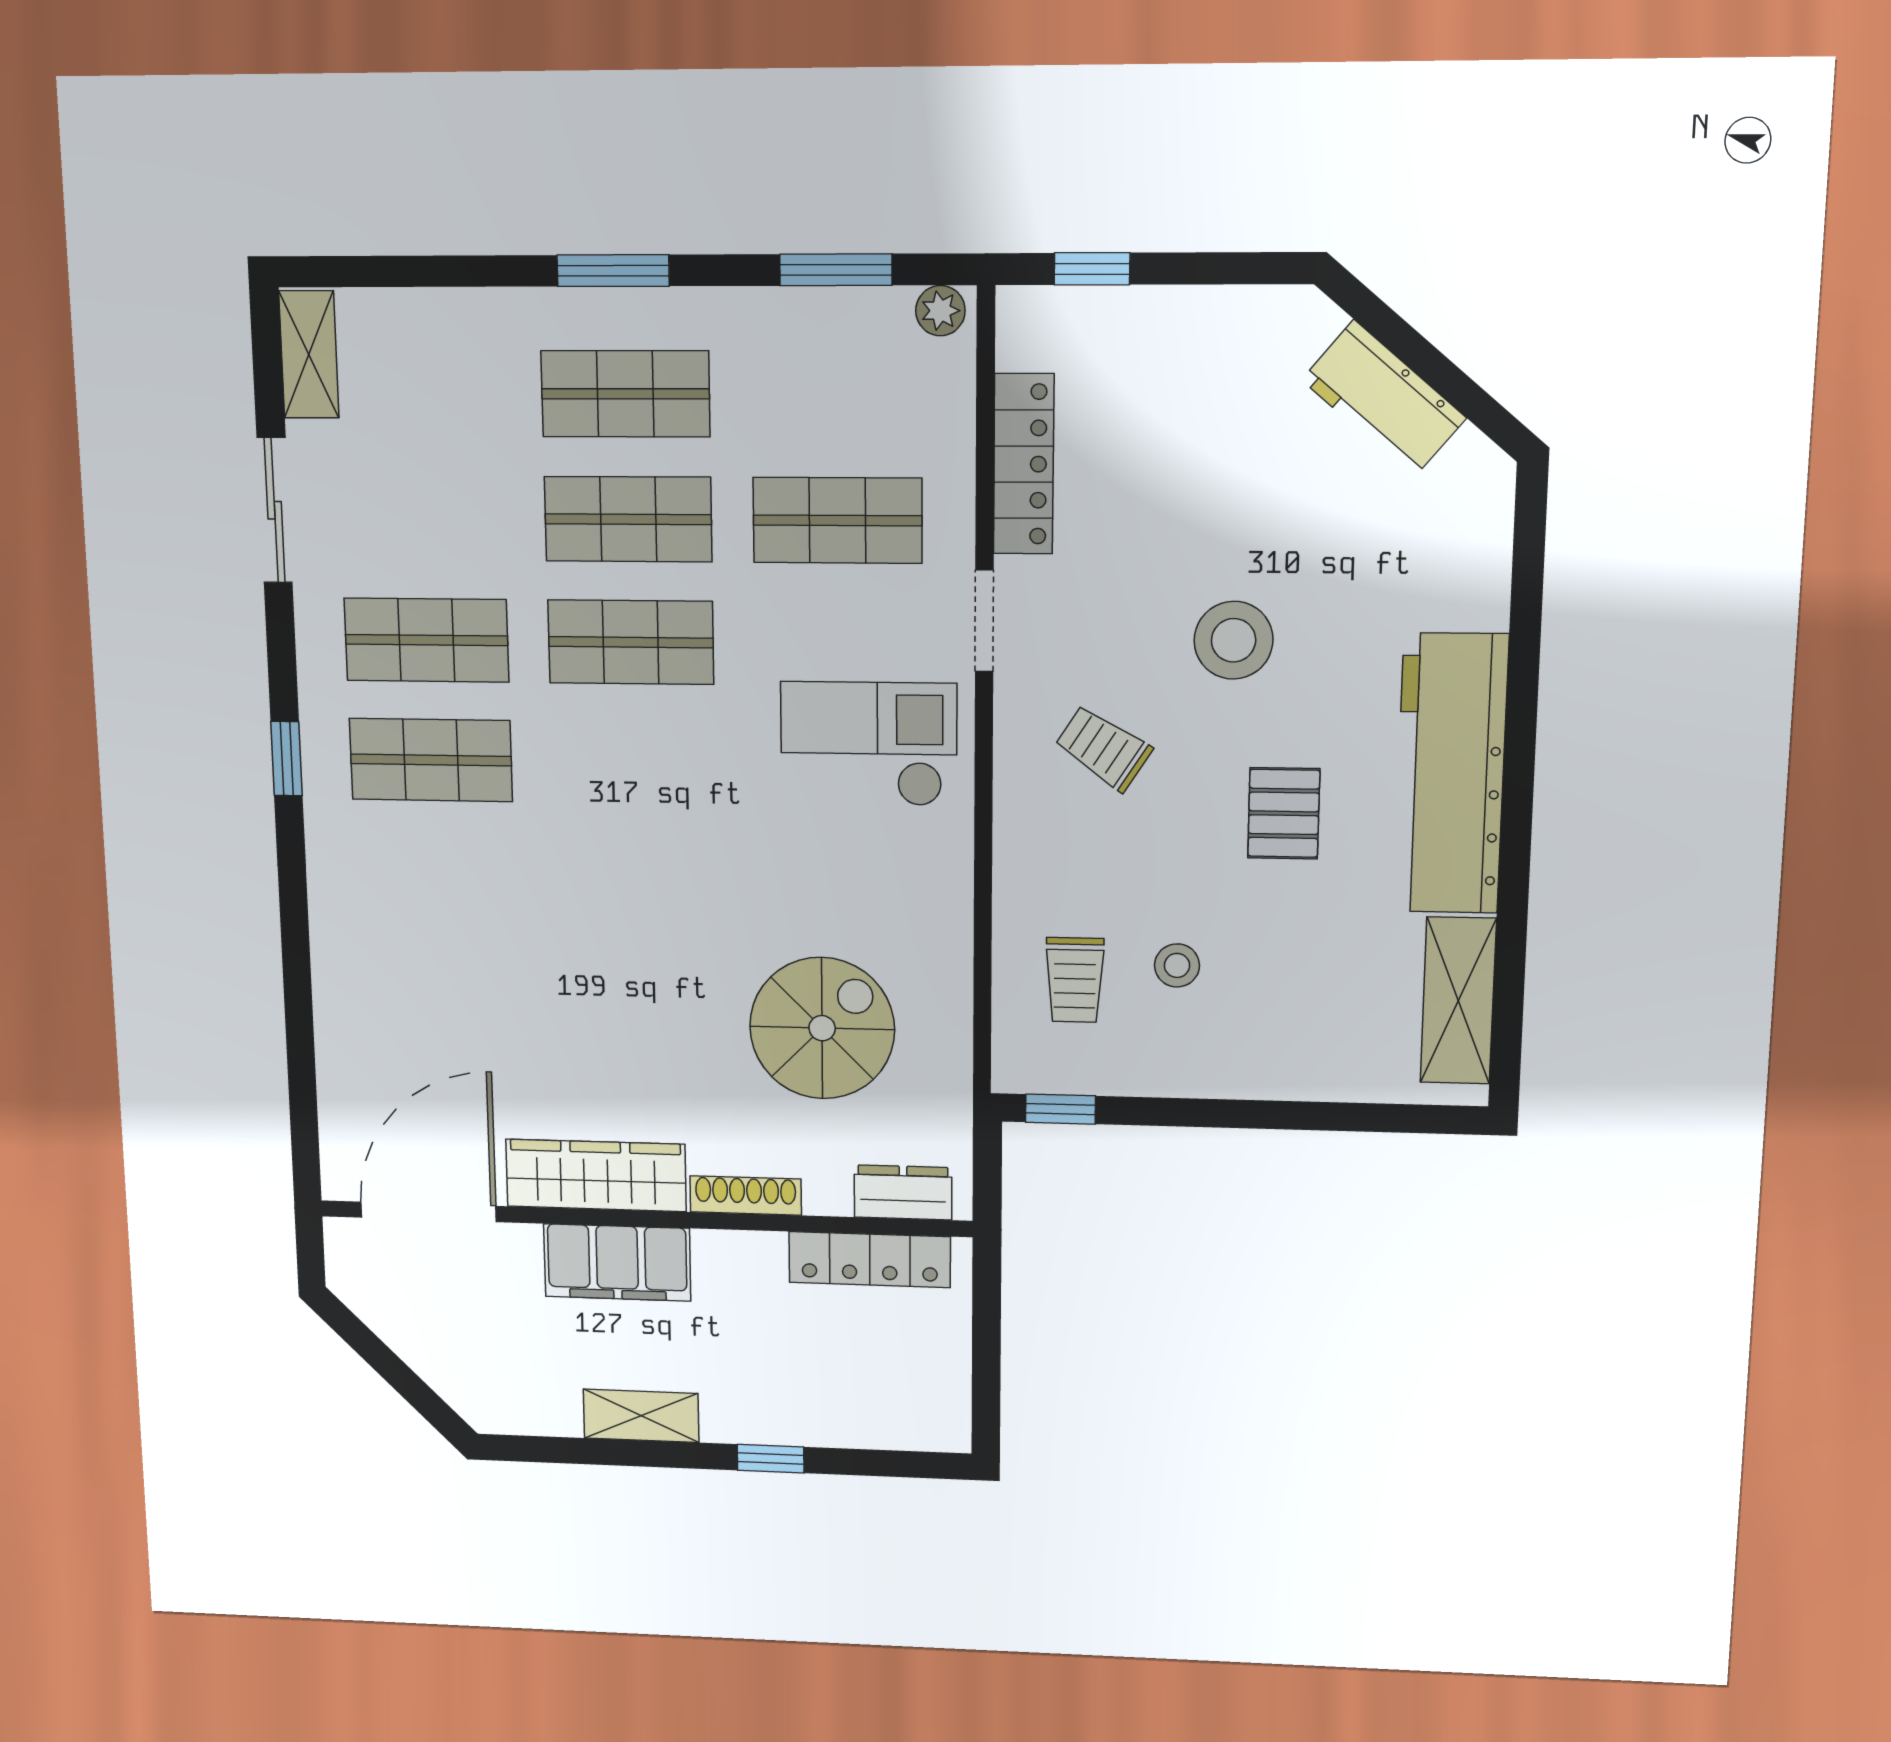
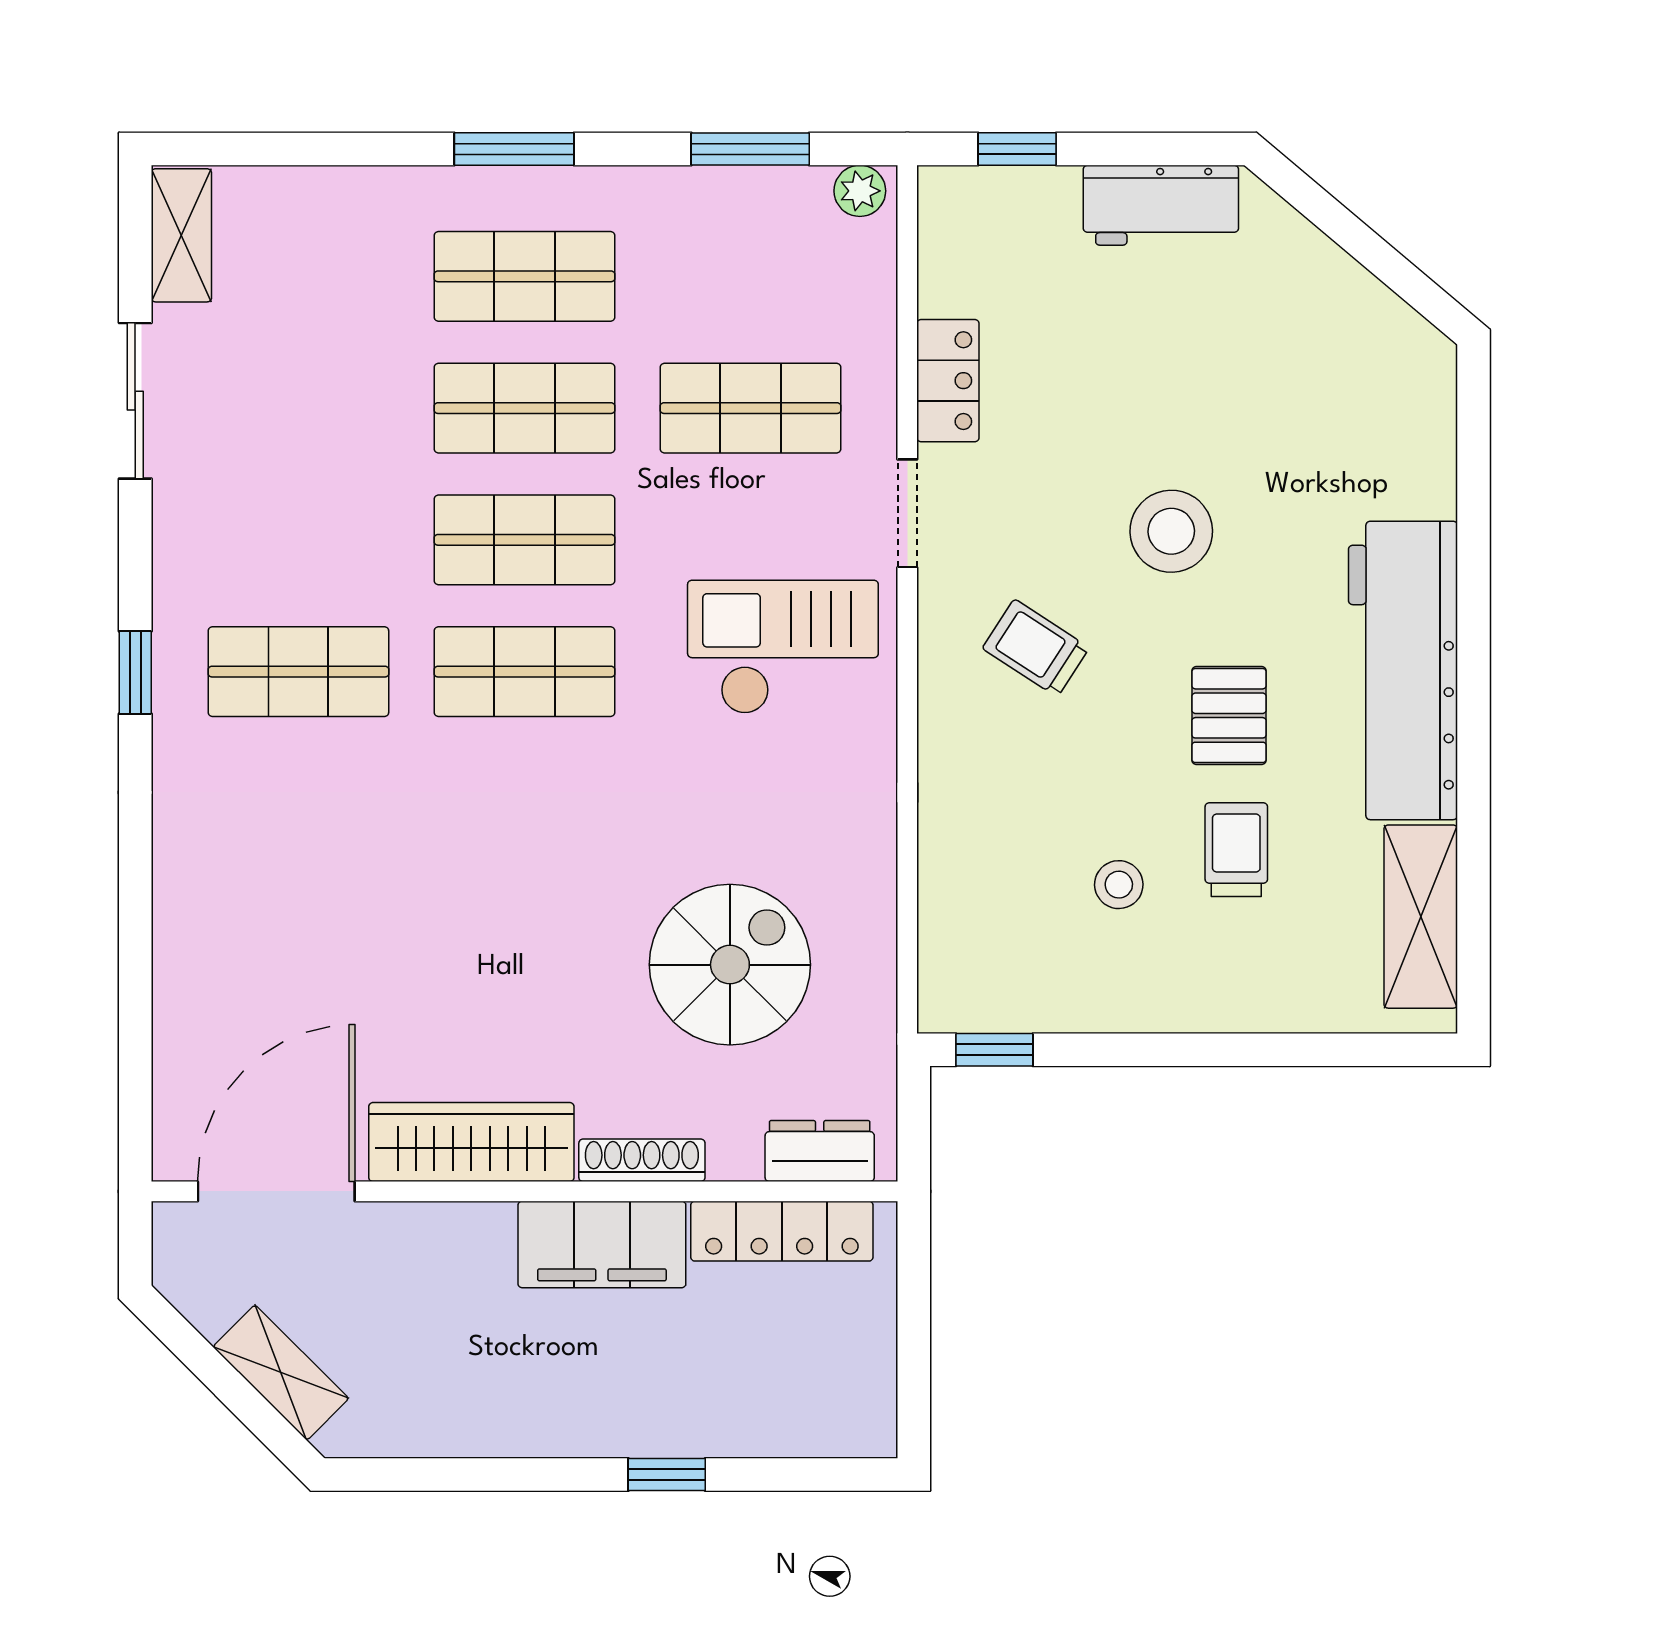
workbench: (1384, 399) -> (1161, 205), moved, turned -40
locker: (1024, 464) -> (948, 381), width x0.66
shop shelf: (426, 640) -> (524, 672), moved
trolley: (1075, 980) -> (1236, 850), moved, turned 180
filing cabinet: (617, 1262) -> (602, 1244), moved
shelving: (641, 1416) -> (281, 1373), moved, turned 45

